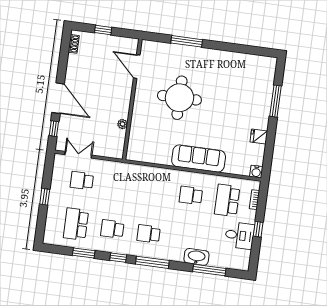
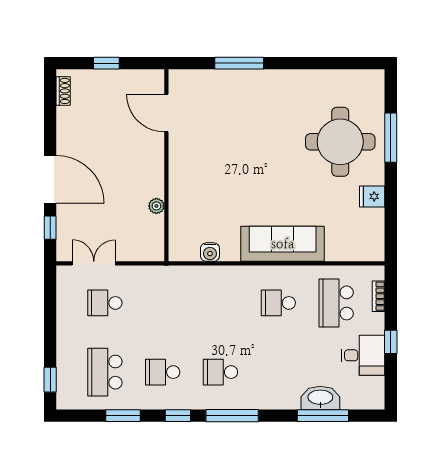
round table: (179, 98) -> (340, 142), moved
water cooler: (256, 172) -> (210, 252), moved
window: (45, 197) -> (50, 380), moved
washbasin: (196, 257) -> (320, 398), moved

